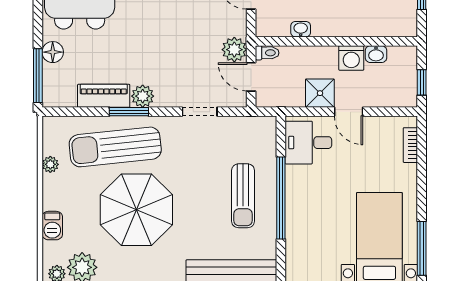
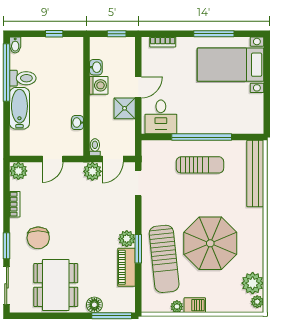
doorway: (200, 112) -> (138, 183), moved
barbecue: (52, 226) -> (195, 305), moved
window: (422, 248) -> (214, 34), moved

